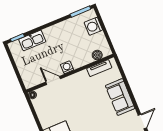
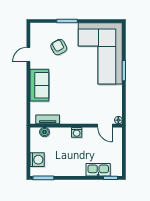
door: (53, 80) -> (105, 126), moved

